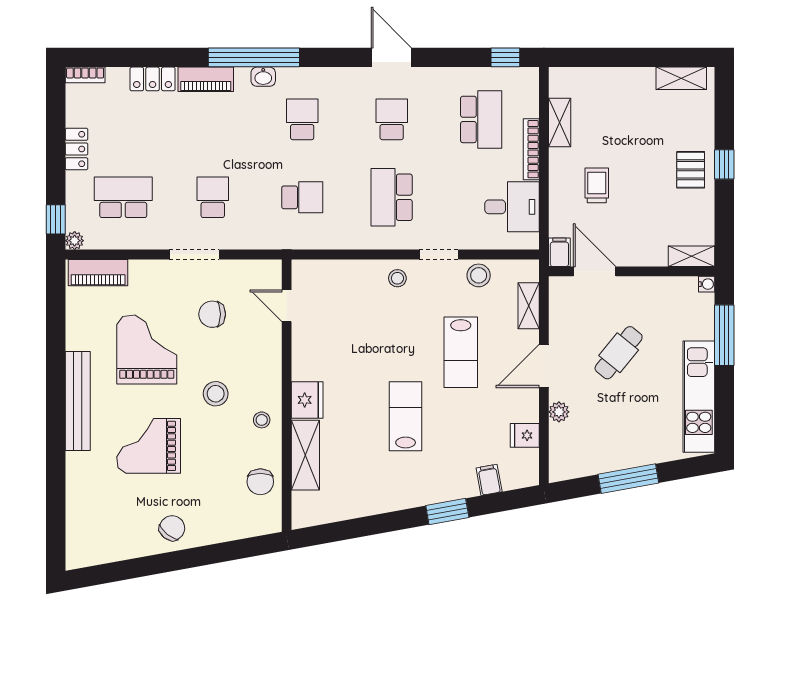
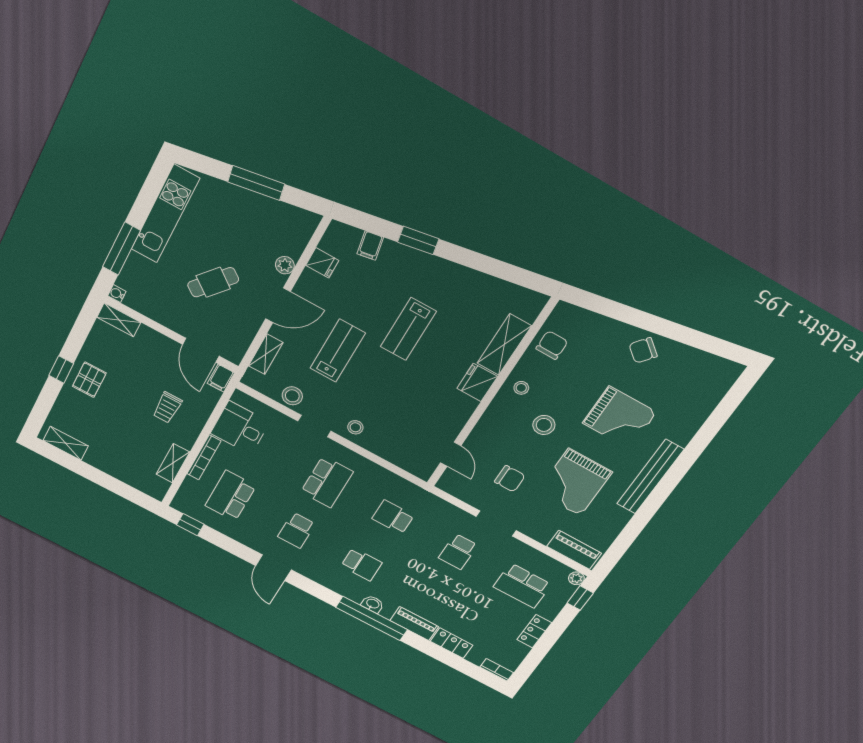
school desk: (302, 119) -> (361, 564), turned -90

